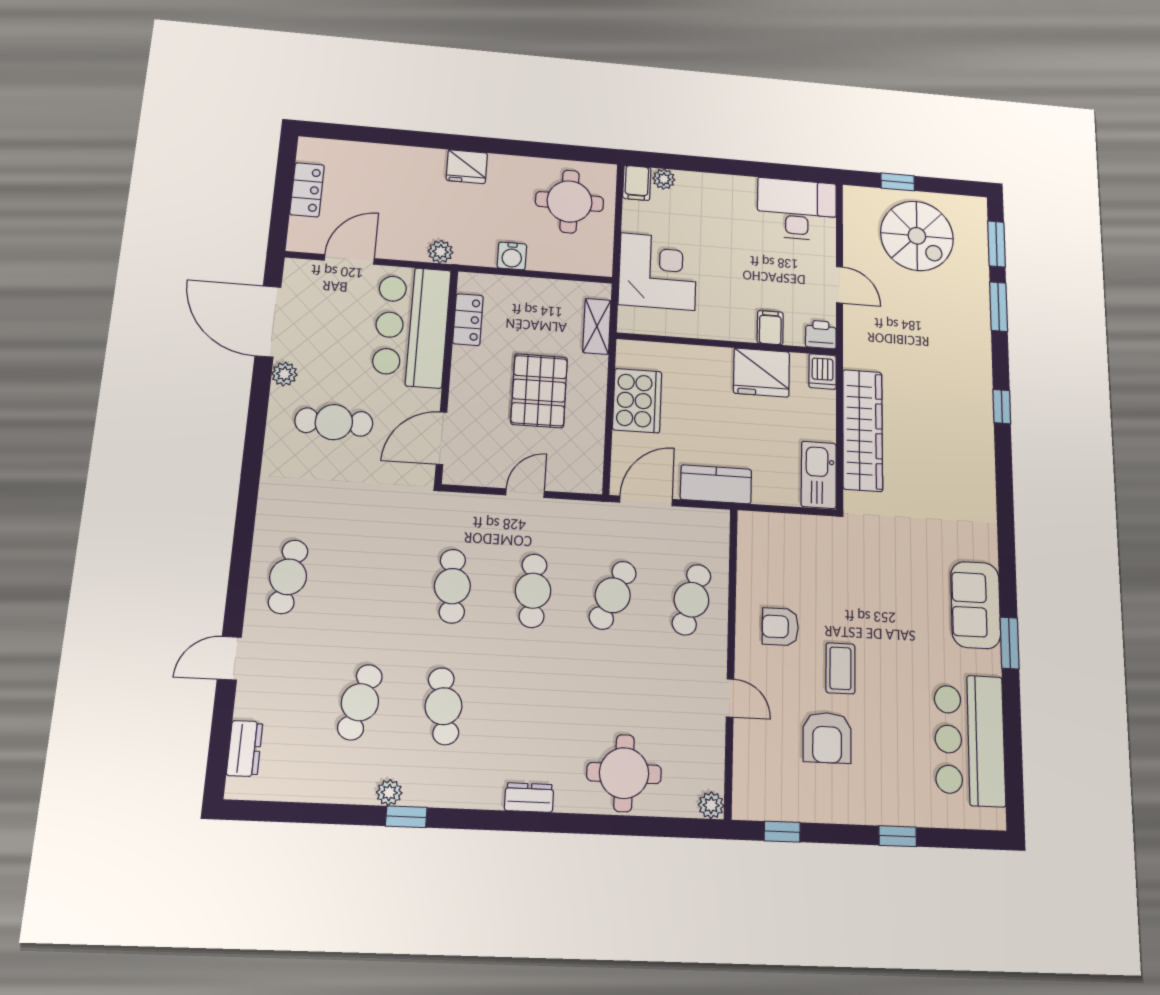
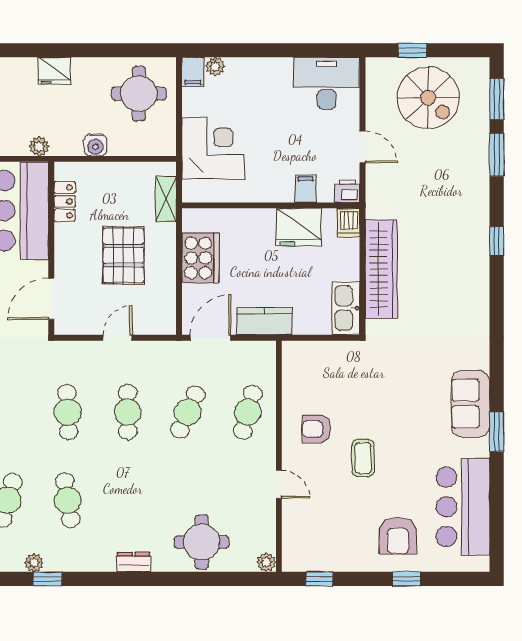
armchair: (827, 738) -> (398, 536), moved

